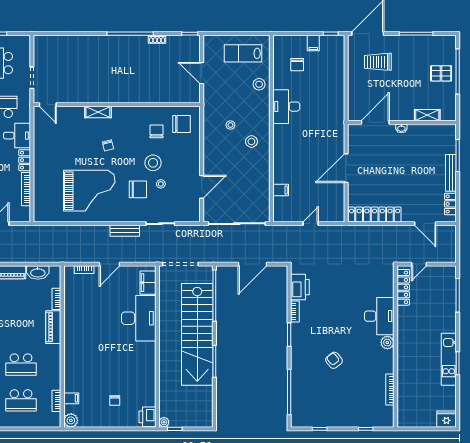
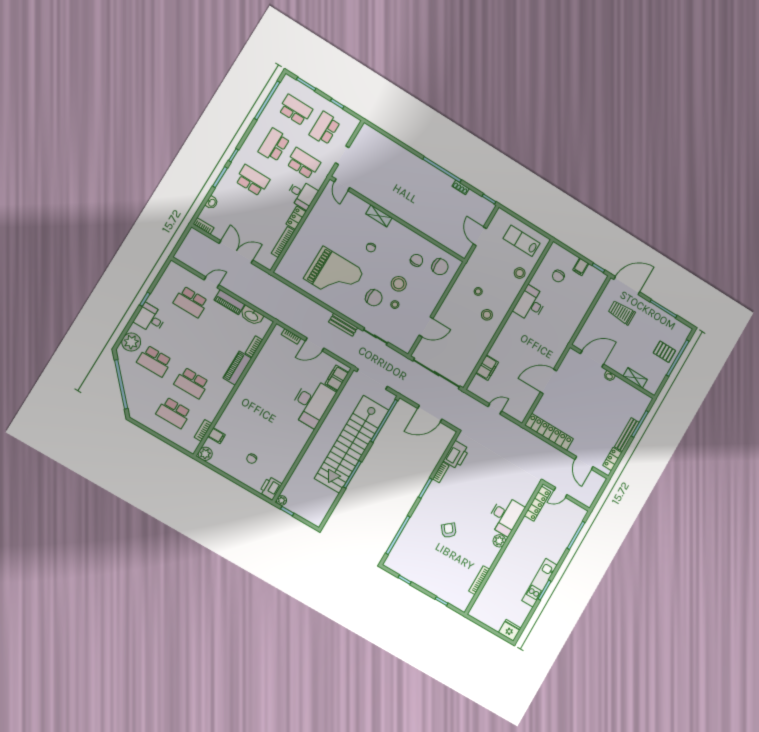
filing cabinet: (281, 190) -> (487, 368), width x2.00

